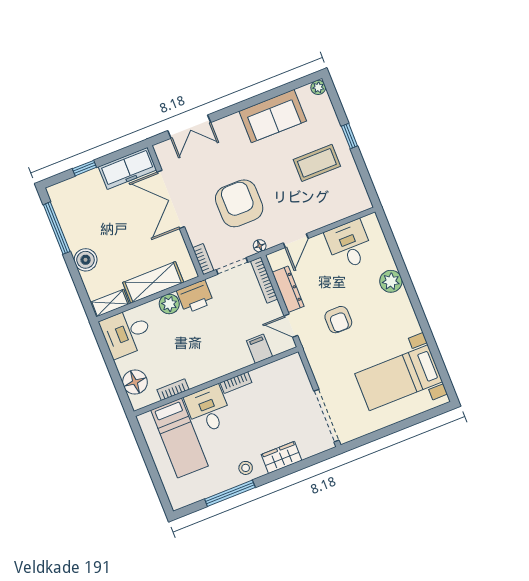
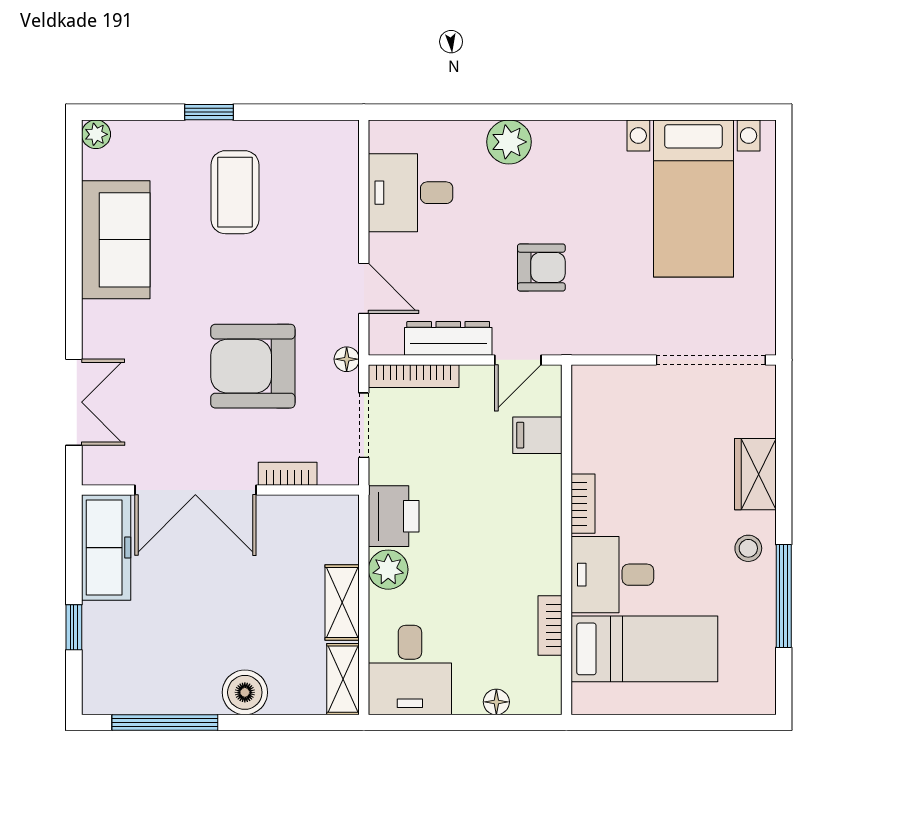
bookcase: (203, 259) -> (288, 474), moved
shelving: (153, 282) -> (342, 602), width x0.67, depth x0.75
floor lamp: (135, 382) -> (496, 702), width x0.53, depth x0.53

